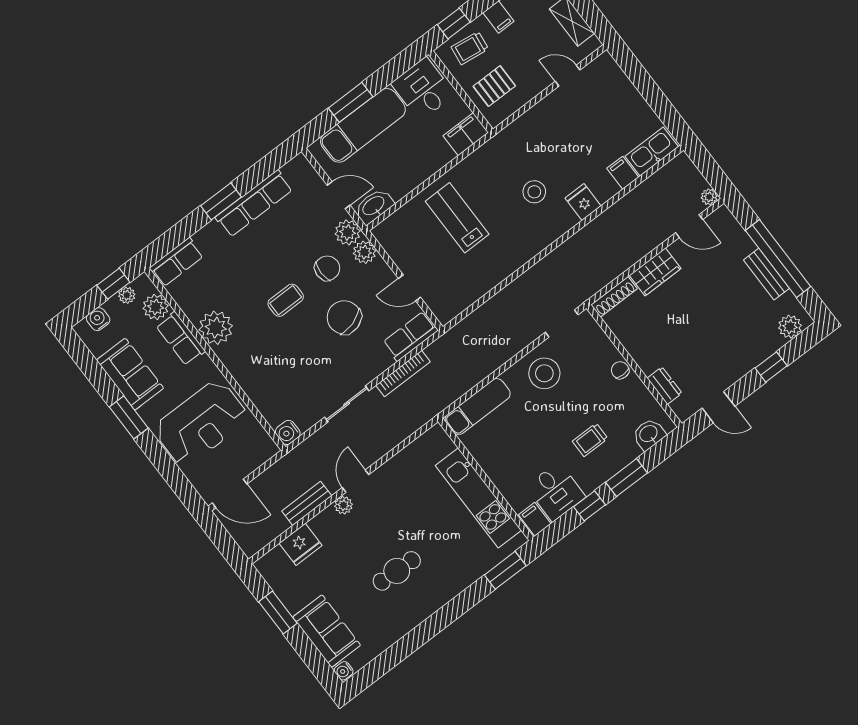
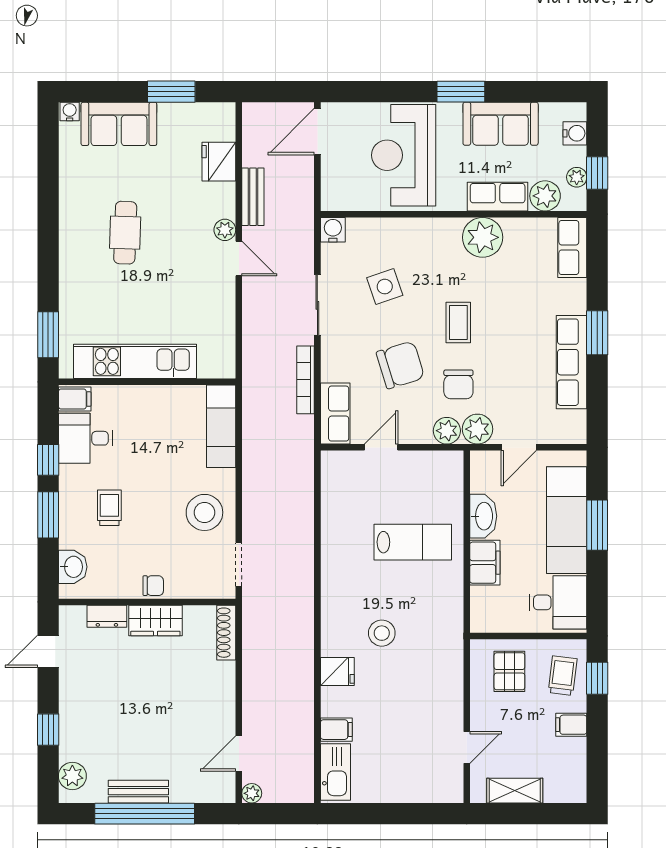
filing cabinet: (466, 134) -> (485, 563), moved
washbasin: (374, 206) -> (483, 516), moved
wardrobe: (655, 272) -> (155, 621), moved, turned -90
side table: (299, 368) -> (385, 287), added

